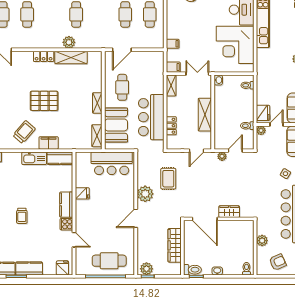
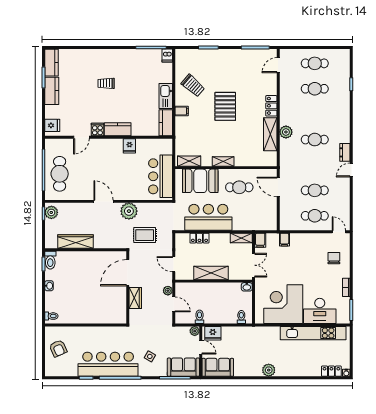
filing cabinet: (49, 143) -> (182, 111), width x0.50
wardrobe: (229, 212) -> (135, 298), moved
door: (205, 219) -> (128, 273), moved
wall: (219, 219) -> (128, 287), moved
plant: (262, 241) -> (81, 332), removed

